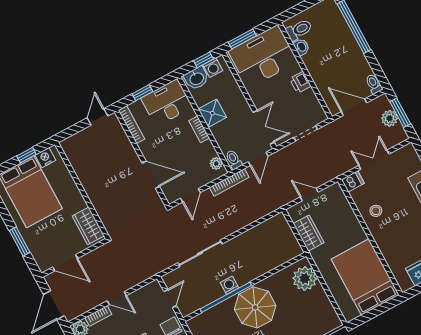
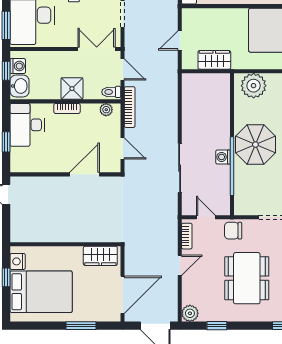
shower: (212, 113) -> (72, 89), moved
bookcase: (131, 125) -> (30, 167), removed
door: (65, 263) -> (123, 295), width x1.36
bookcase: (98, 316) -> (187, 236), moved

